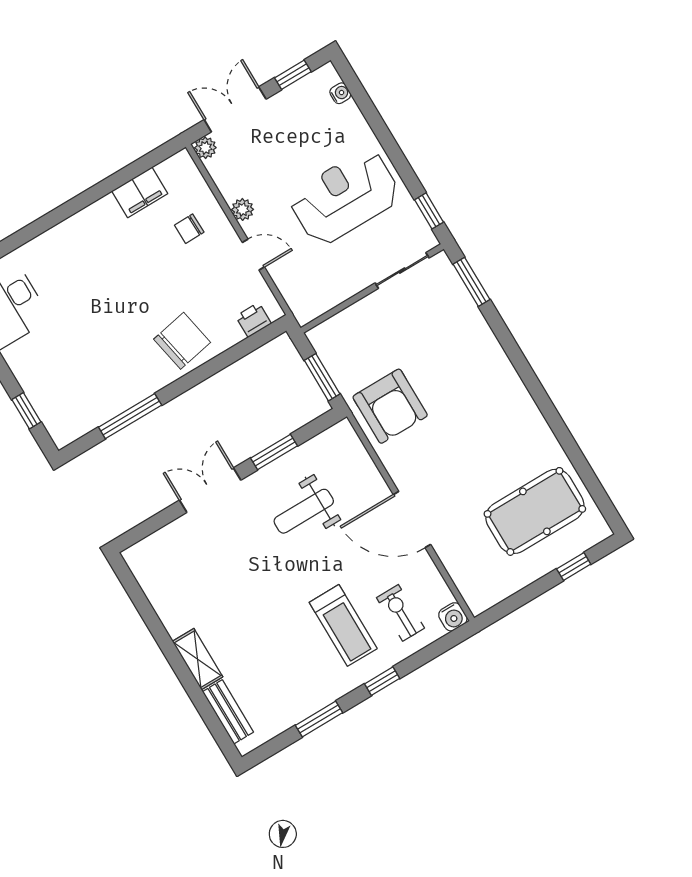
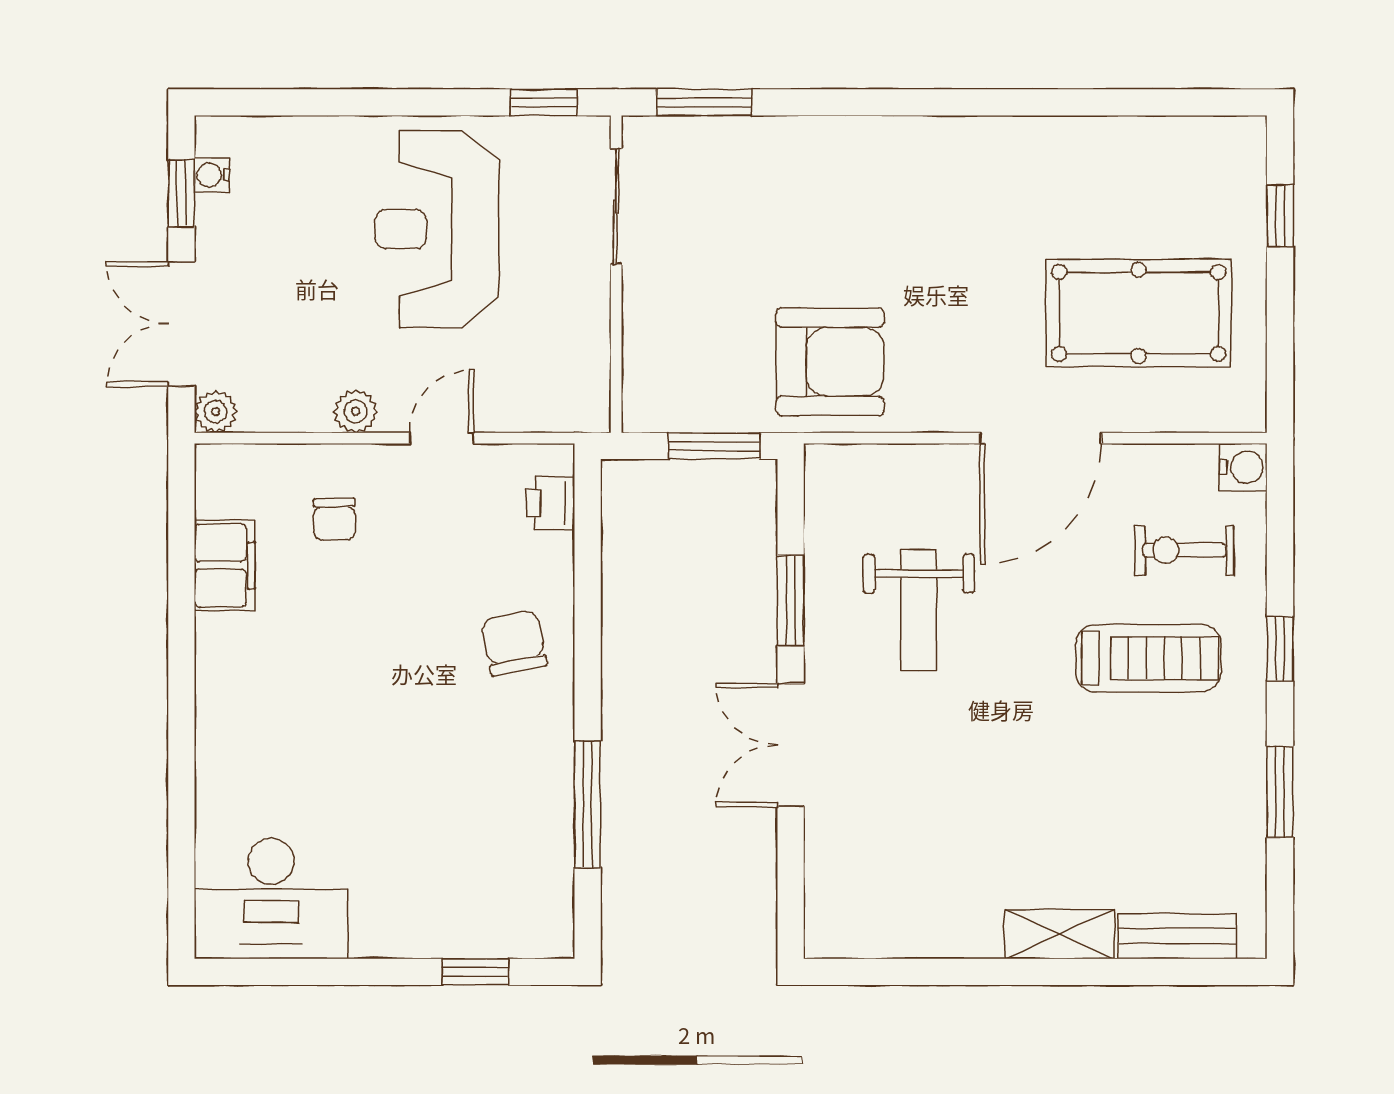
water cooler: (340, 93) -> (212, 175), moved, turned -90
chair: (182, 341) -> (514, 643), width x0.73, depth x0.73
pool table: (535, 511) -> (1139, 313), moved, turned 90

